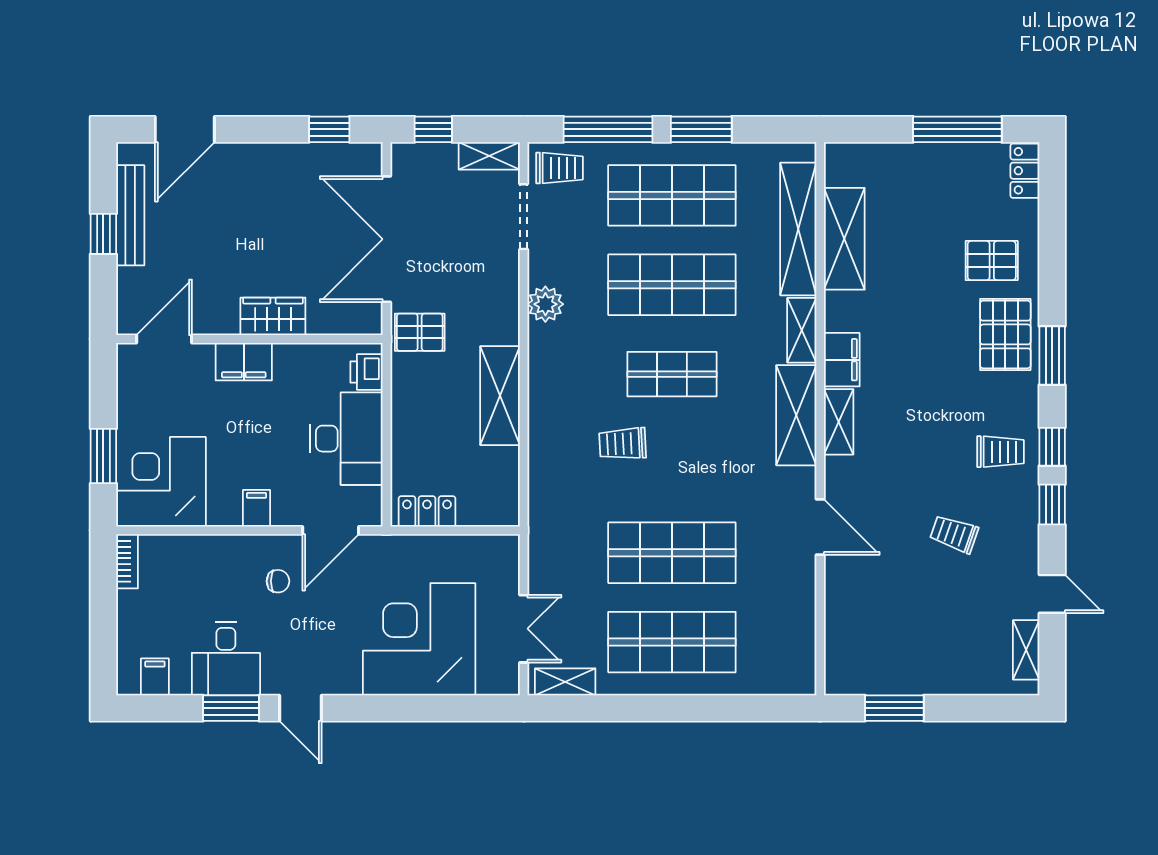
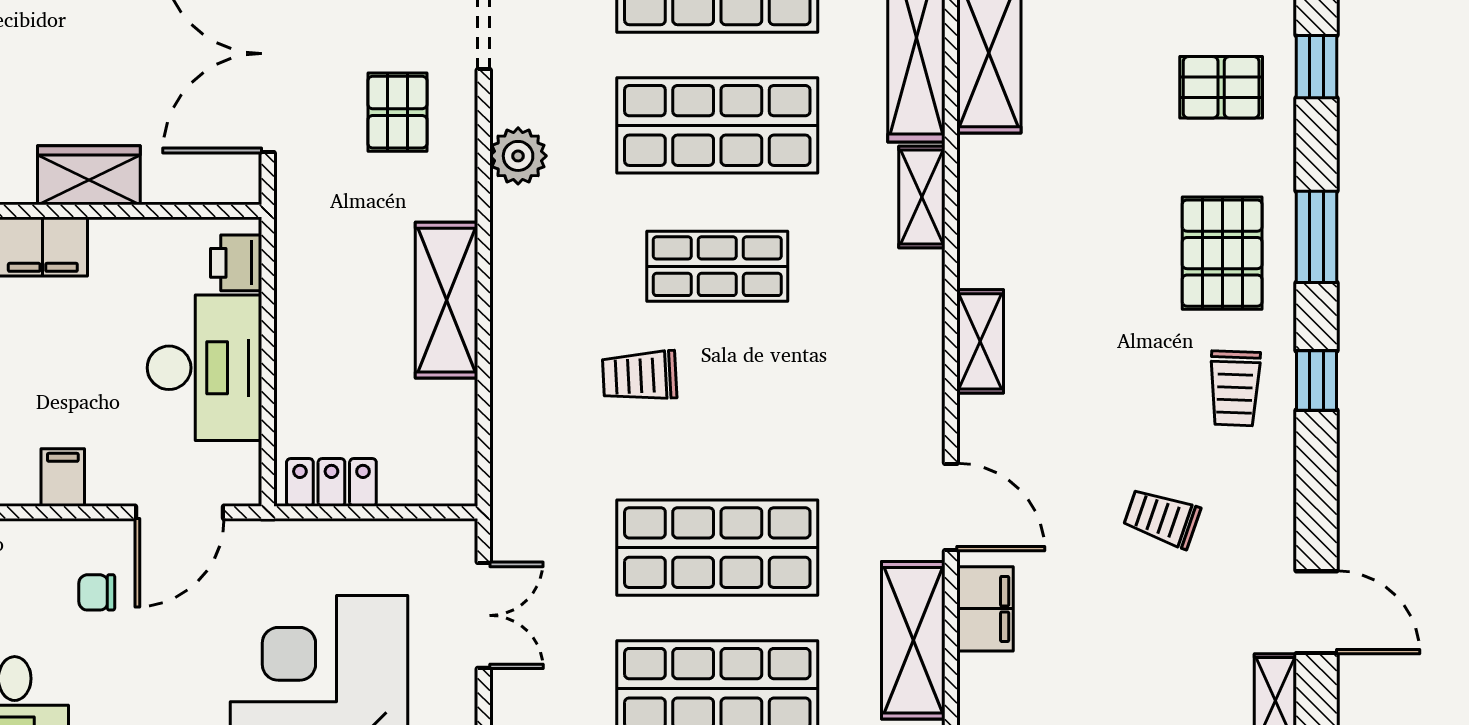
pallet: (420, 332) -> (397, 112), moved, turned 90
pallet: (1005, 334) -> (1222, 253), moved
filing cabinet: (842, 360) -> (985, 609), moved
shelving: (796, 415) -> (913, 640), moved
trolley: (1000, 452) -> (1235, 388), turned 92
window: (1052, 504) -> (1316, 67), moved
chair: (278, 581) -> (97, 592), turned 180
door: (1052, 594) -> (1316, 612), width x1.38
double door: (524, 629) -> (484, 615), moved

